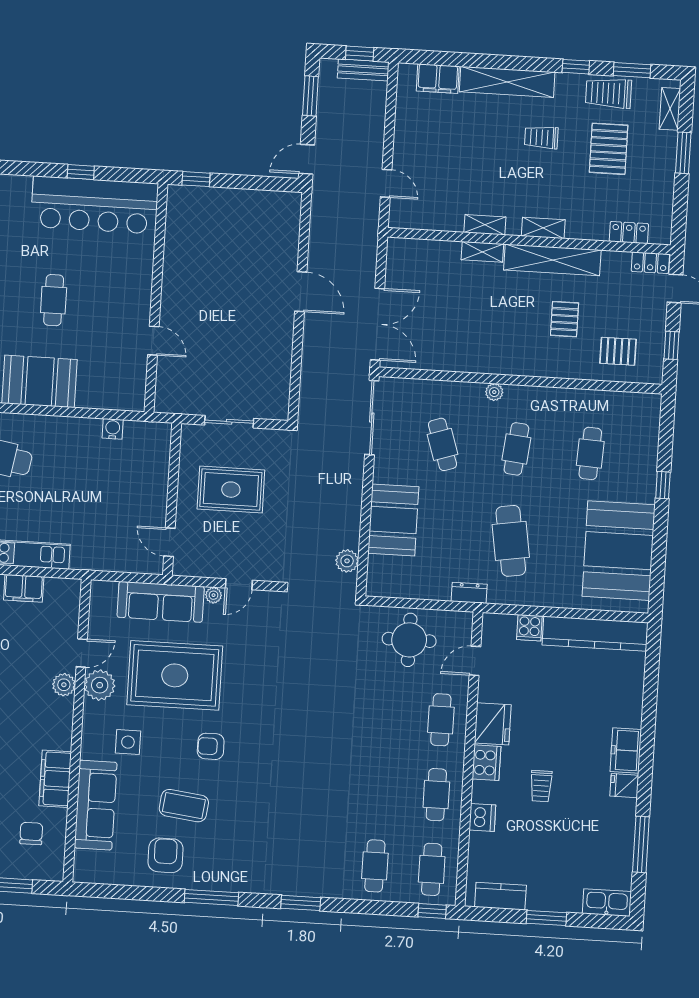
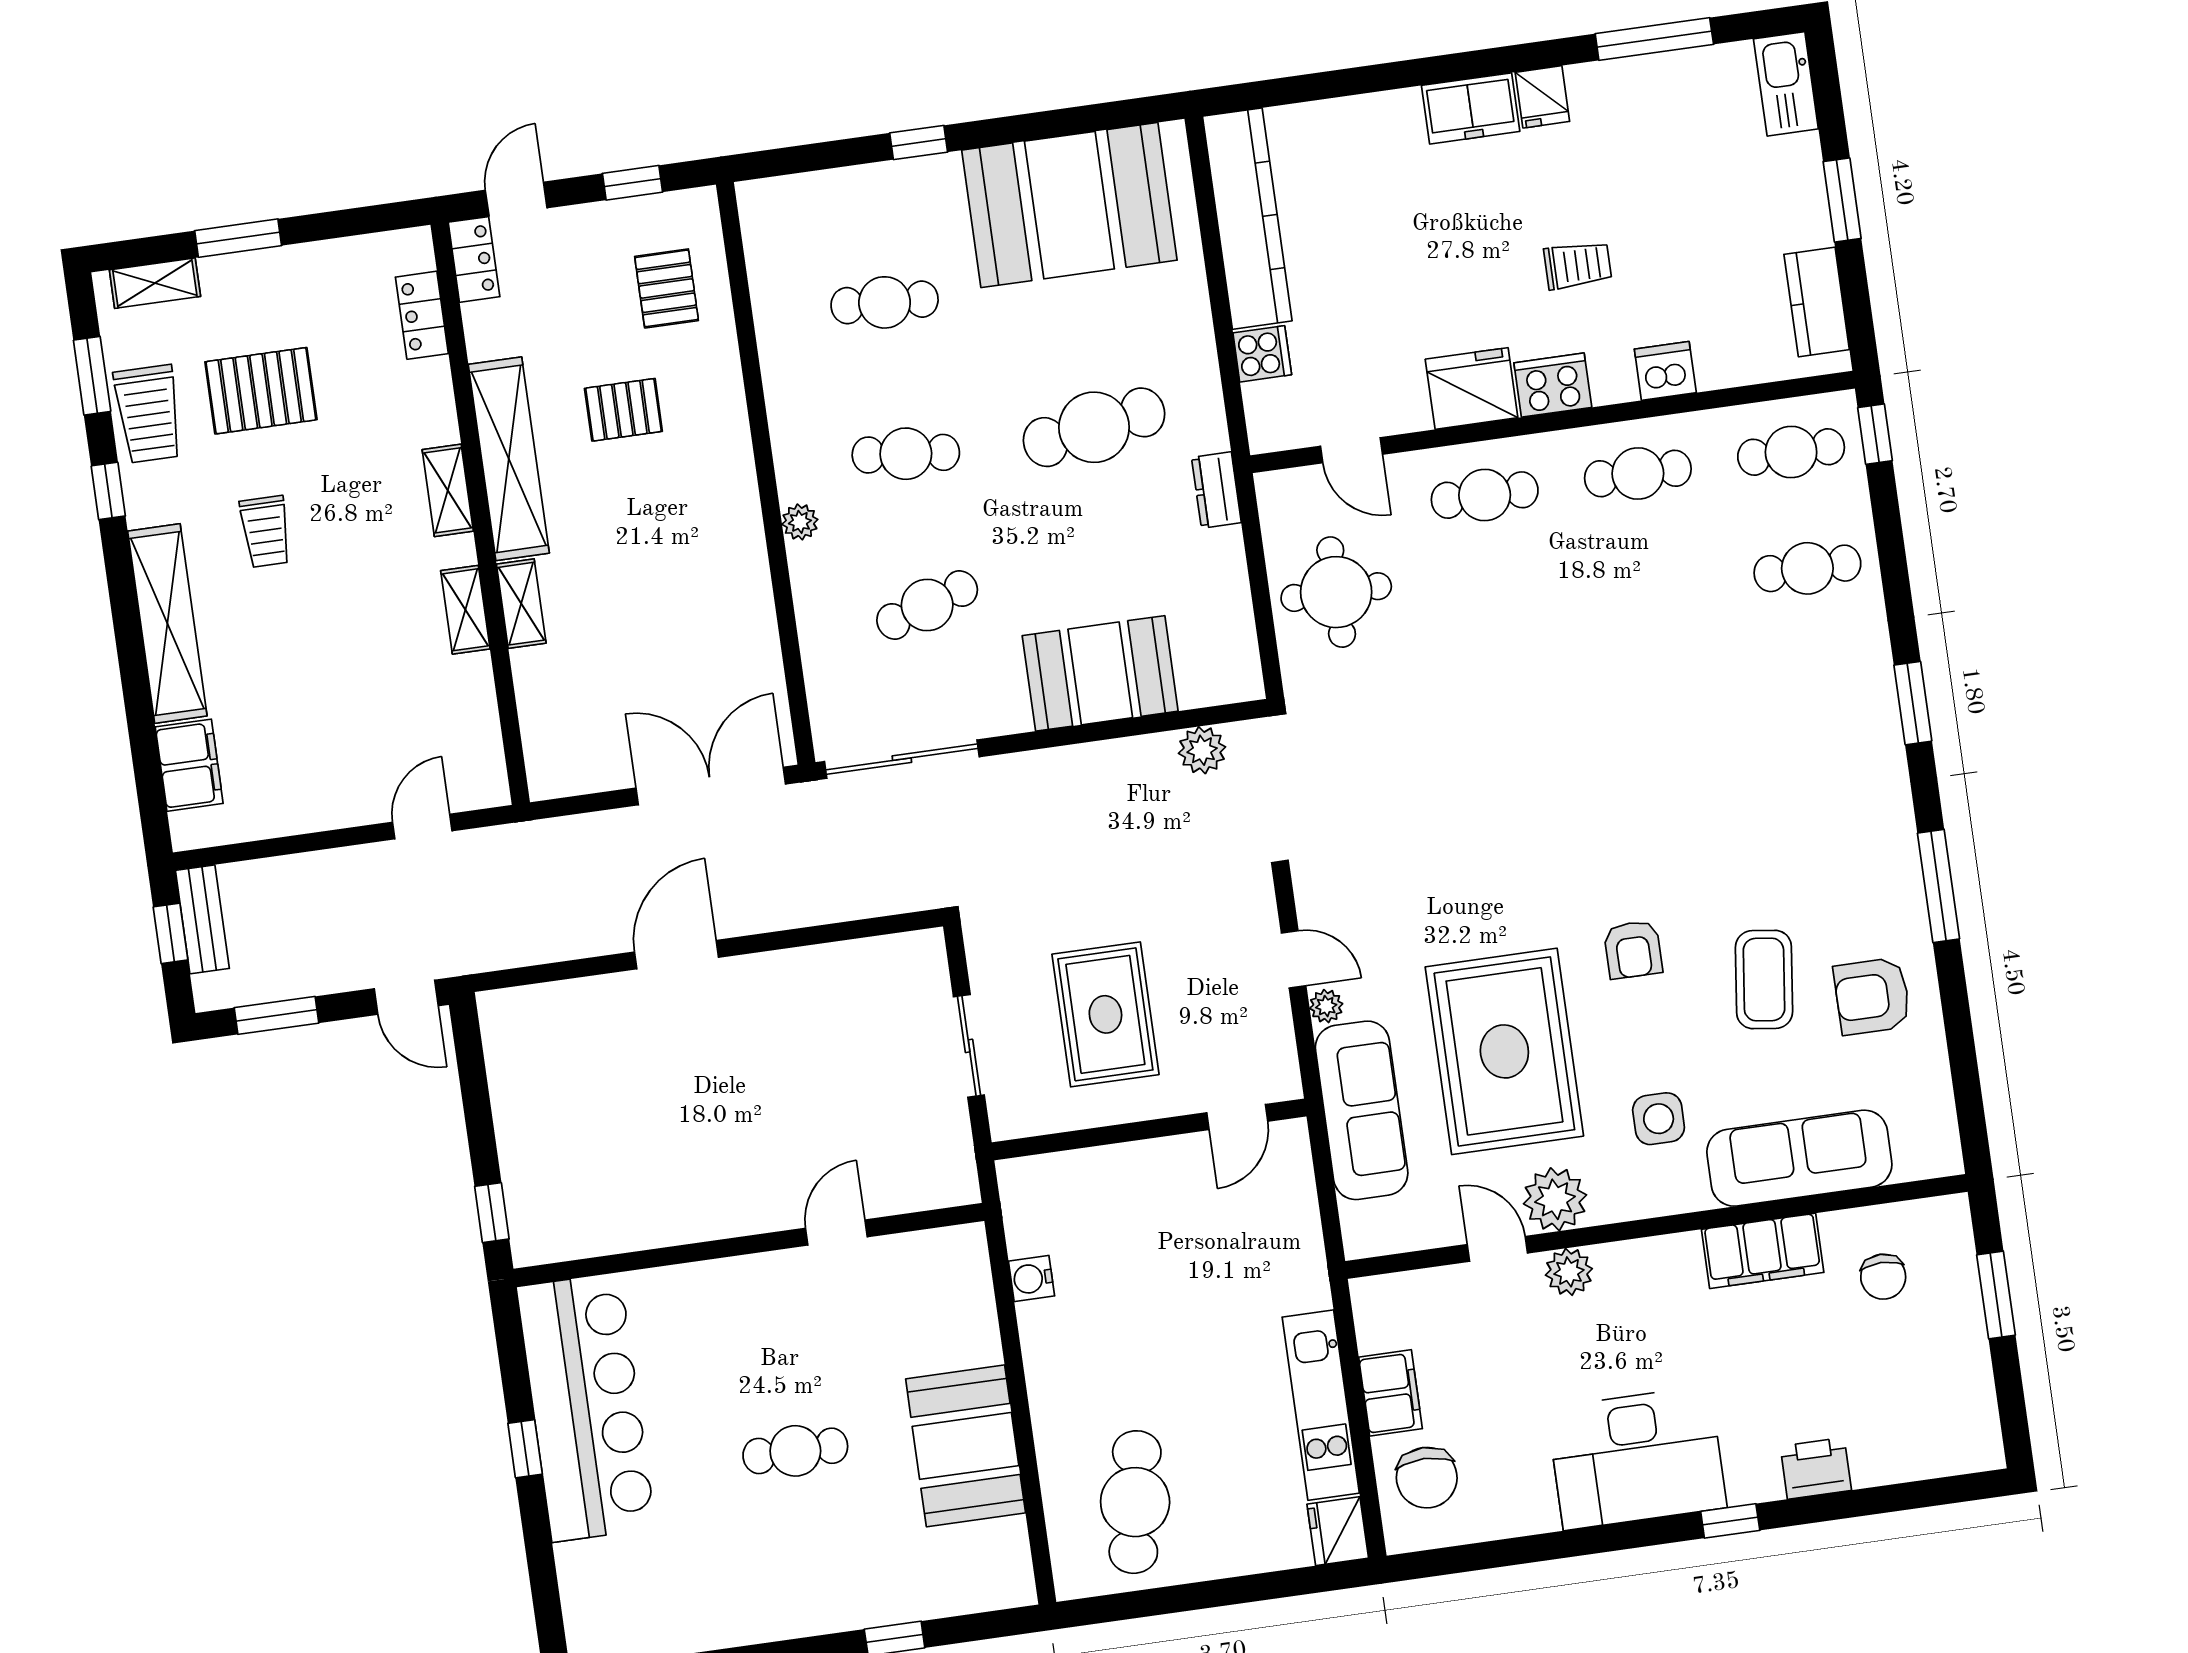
chair: (31, 833) -> (1883, 1277), turned -90

